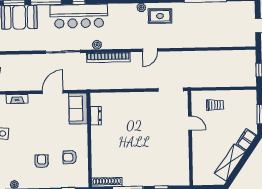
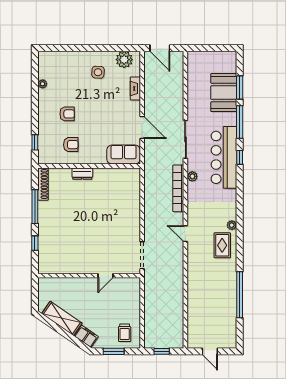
trolley: (215, 105) -> (125, 333), moved
dresser: (96, 116) -> (82, 174), moved
armchair: (70, 157) -> (71, 145), turned 90

